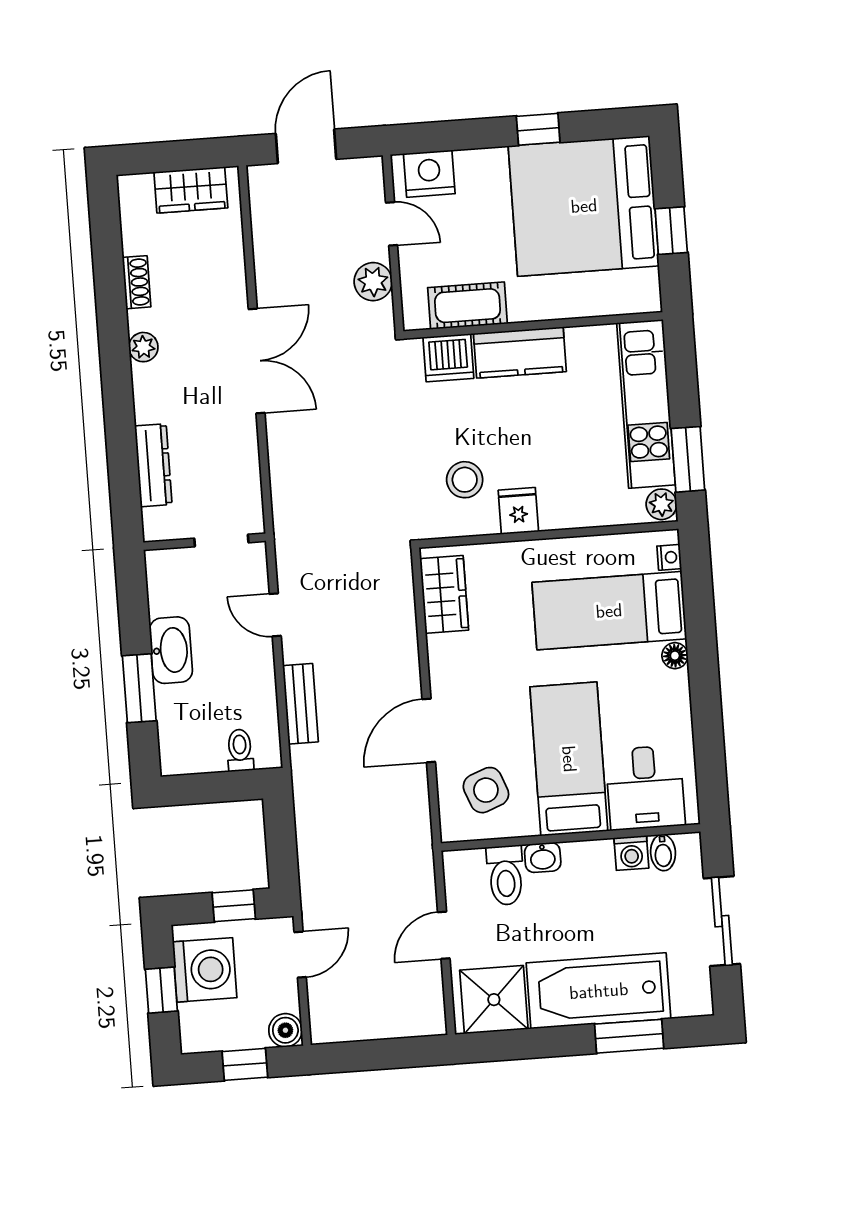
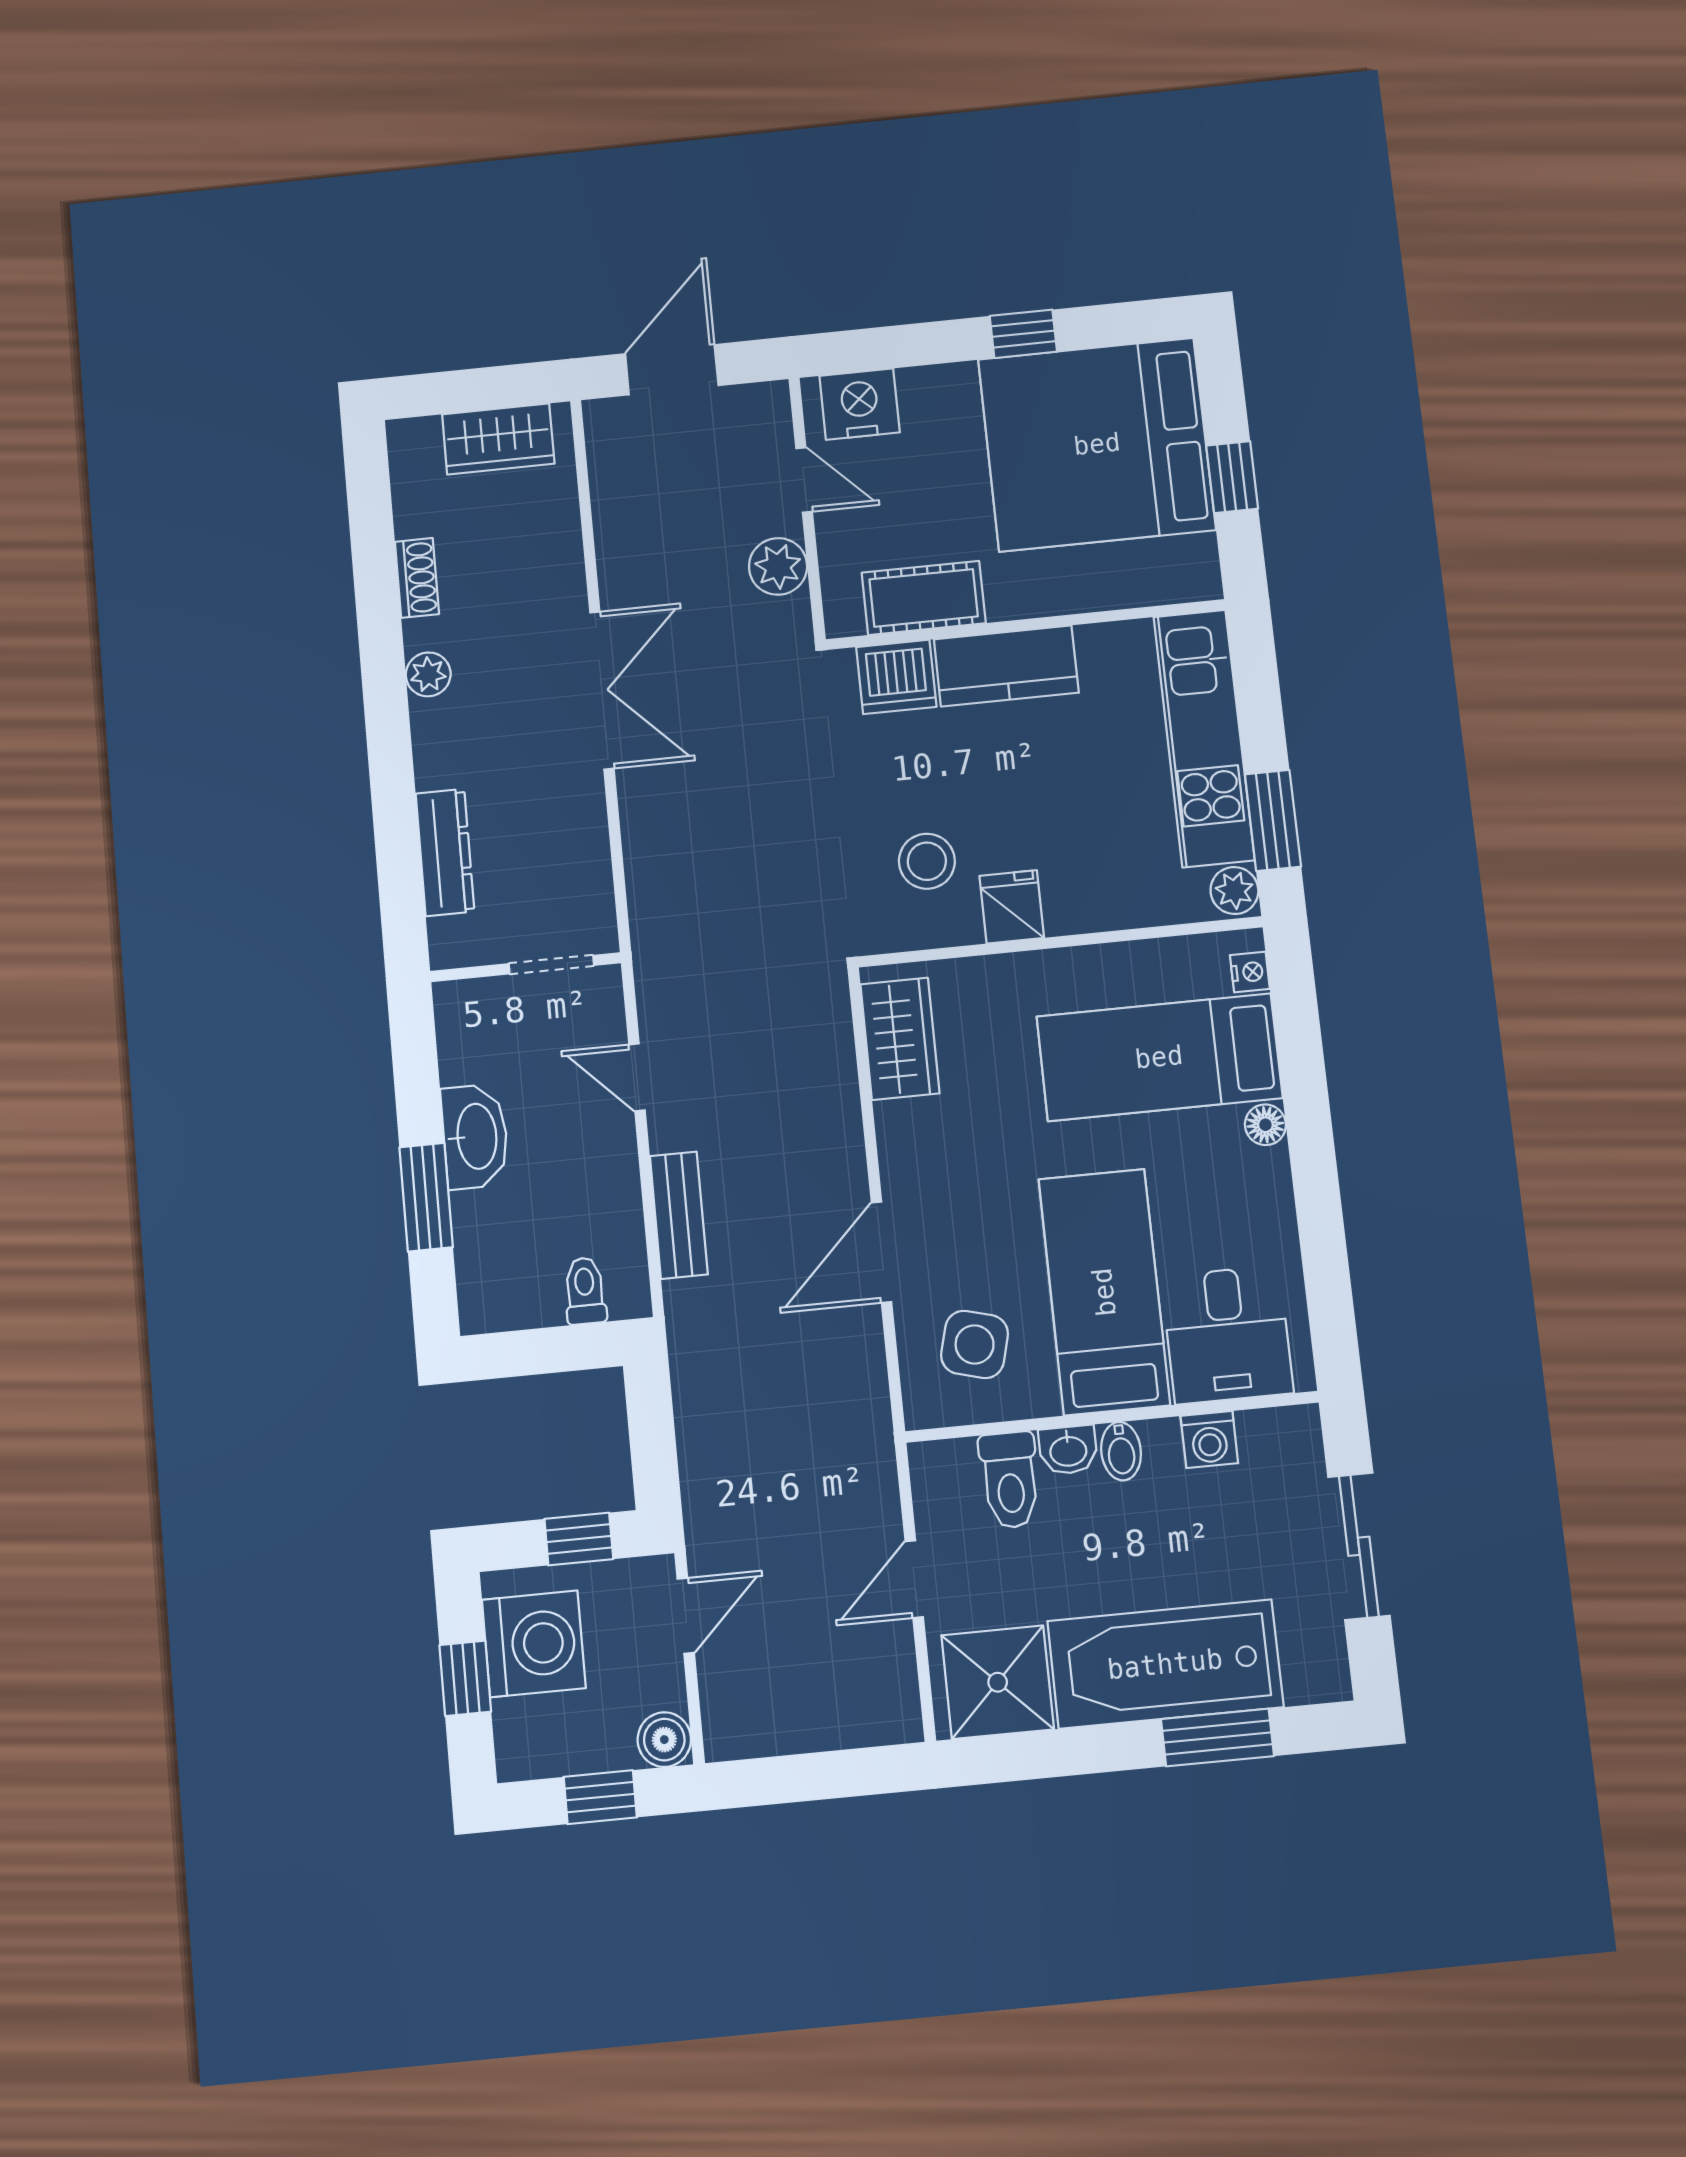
side table: (486, 790) -> (975, 1344), turned 36
bidet: (663, 853) -> (1121, 1451), moved

